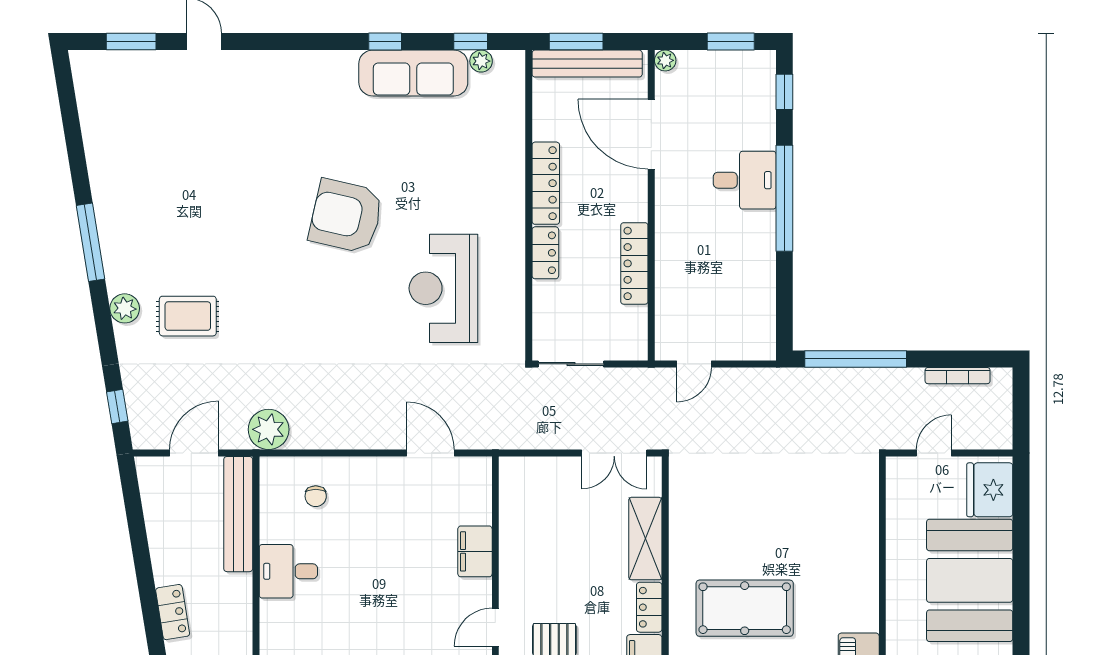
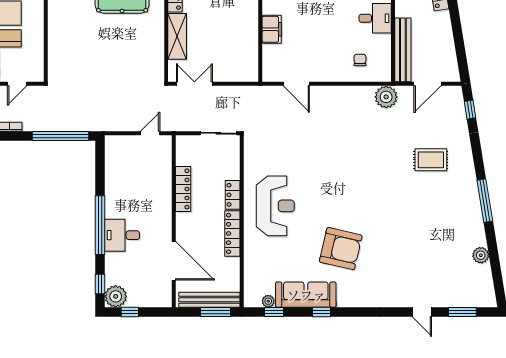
window: (731, 42) -> (130, 312), width x0.67
plant: (665, 60) -> (116, 296), moved, width x1.87, depth x1.87
armchair: (346, 216) -> (341, 249), moved
reception desk: (443, 288) -> (275, 206), moved
plant: (125, 308) -> (481, 255), moved

